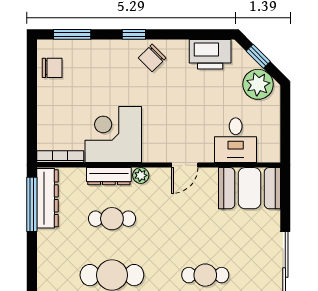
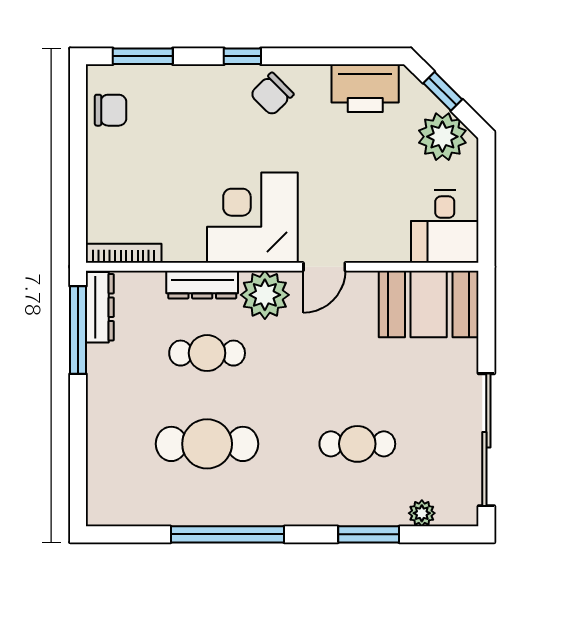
corner desk: (113, 135) -> (252, 218), moved
desk: (236, 140) -> (445, 227), moved
plant: (141, 175) -> (265, 295), width x1.88, depth x1.88
dresser: (47, 198) -> (100, 307), width x0.73, depth x0.80

